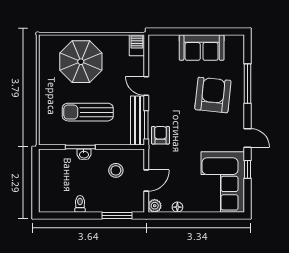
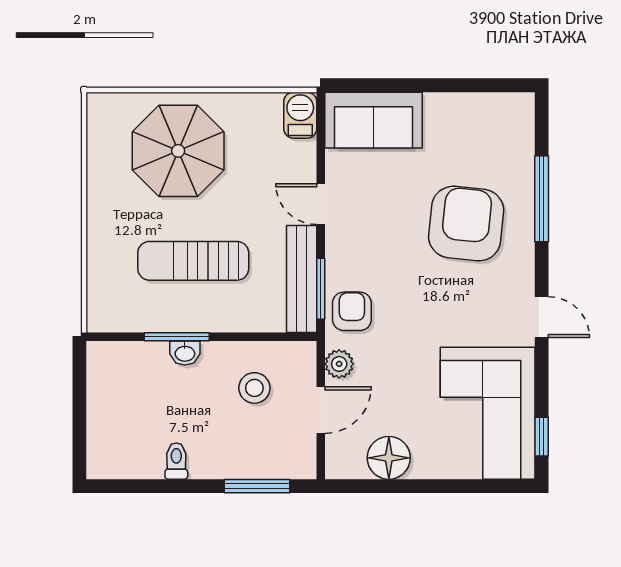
sofa: (202, 48) -> (373, 120), moved
window: (248, 169) -> (542, 437), moved
plant: (155, 206) -> (339, 364), moved
floor lamp: (177, 207) -> (389, 458), width x1.89, depth x1.89

